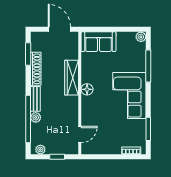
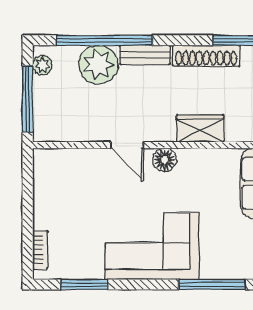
wardrobe: (72, 78) -> (200, 129), width x0.67
plant: (36, 117) -> (98, 65), width x1.88, depth x1.88
door: (80, 135) -> (127, 145), moved
window: (57, 157) -> (28, 99), width x2.17

